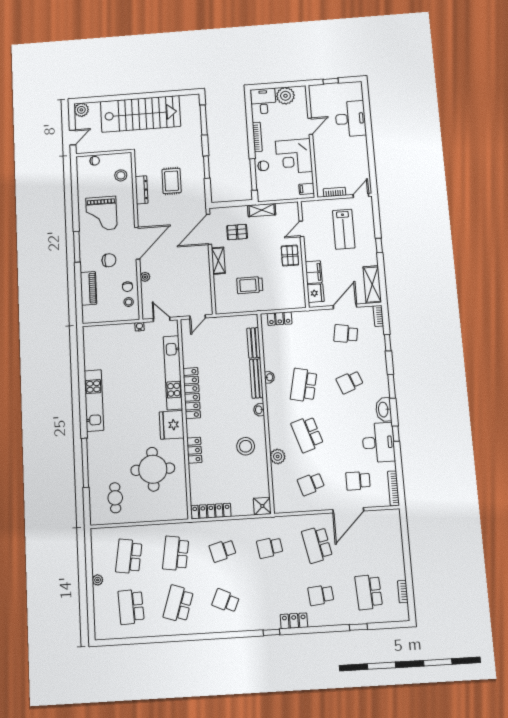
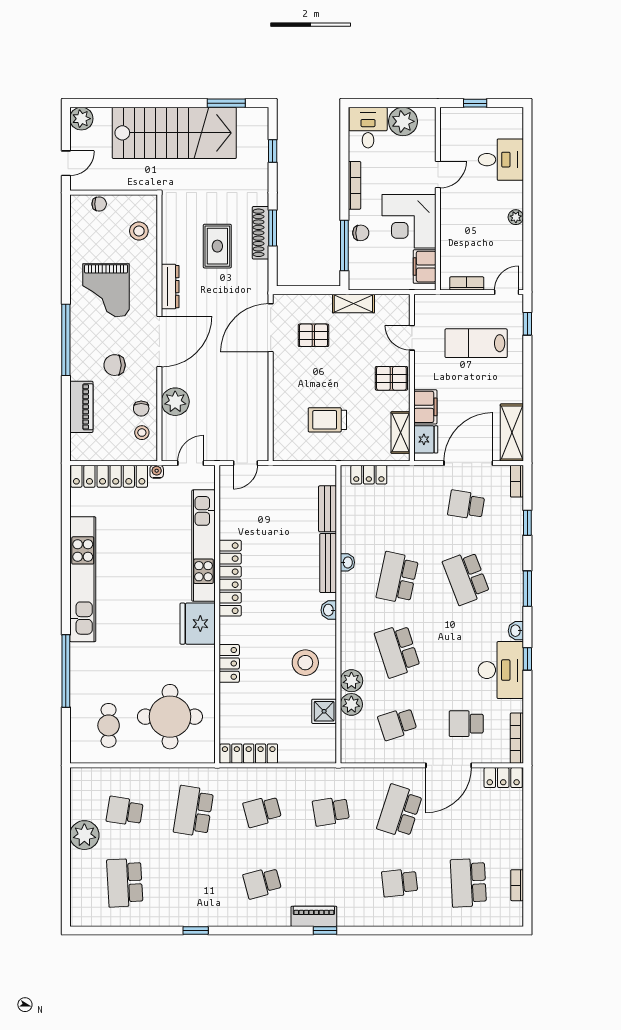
window: (172, 93) -> (226, 103), added
desk: (351, 119) -> (501, 160), width x0.73
window: (204, 120) -> (273, 151), width x0.46
plant: (363, 149) -> (516, 217), added
shoe rack: (199, 171) -> (261, 233), added
filing cabinet: (307, 189) -> (425, 267), width x2.00
dresser: (142, 190) -> (170, 287), moved
door: (301, 229) -> (412, 338), hinge flipped
lab bench: (344, 229) -> (476, 343), turned 90
window: (379, 245) -> (527, 324), moved
window: (77, 247) -> (66, 340), width x1.46
pallet: (290, 256) -> (391, 378), turned 90
chair: (109, 260) -> (115, 365), turned 180
shelving: (218, 261) -> (401, 433), moved
plant: (145, 277) -> (175, 402), width x1.87, depth x1.87
door: (345, 306) -> (468, 463), width x1.36
door: (162, 319) -> (191, 463), hinge flipped
locker: (108, 332) -> (109, 476), added
school desk: (350, 382) -> (466, 578), width x1.85
kitchen unit: (94, 400) -> (83, 579), width x1.36
washbasin: (384, 410) -> (516, 631), width x0.52, depth x0.69
round table: (153, 469) -> (170, 717), moved
plant: (279, 473) -> (351, 704), added
shower: (262, 506) -> (324, 711), moved
school desk: (317, 544) -> (400, 811), turned 30
school desk: (129, 556) -> (125, 811), width x0.54
plant: (98, 580) -> (84, 835), width x1.88, depth x1.88
school desk: (226, 601) -> (262, 883), turned -39
school desk: (178, 604) -> (193, 883), removed
locker: (294, 621) -> (503, 778), moved, turned 180
piano: (263, 623) -> (314, 916), added
window: (358, 627) -> (196, 931), moved

